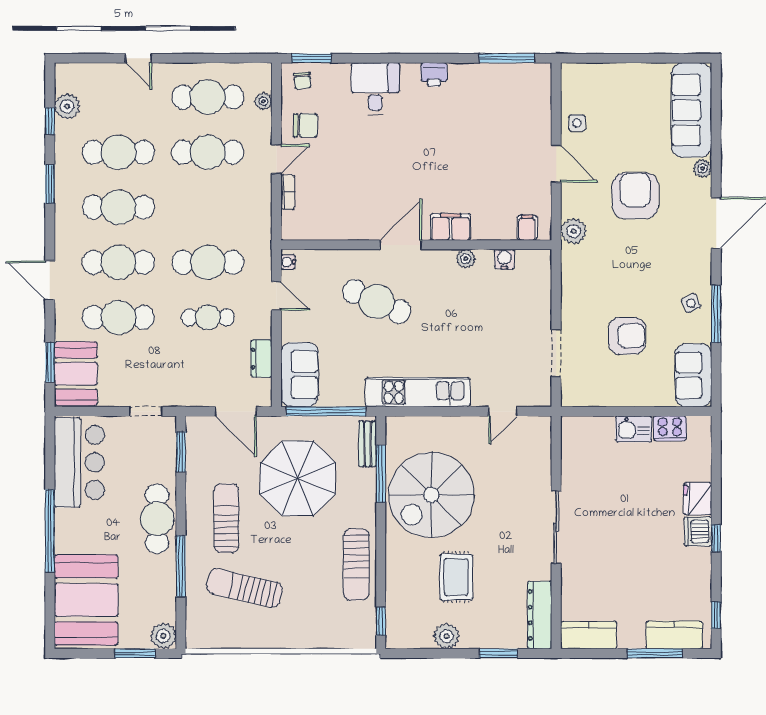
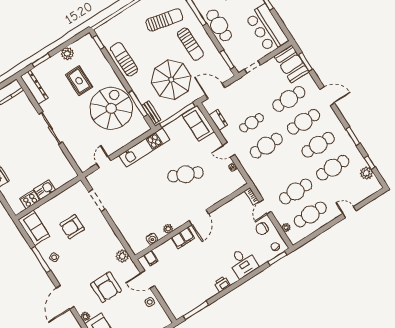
filing cabinet: (451, 227) -> (183, 238), moved
filing cabinet: (527, 228) -> (151, 258), moved
door: (401, 245) -> (199, 217), moved
wall: (416, 245) -> (192, 221), moved
plant: (466, 259) -> (168, 229), moved
water cooler: (504, 259) -> (152, 239), moved

